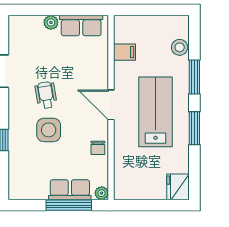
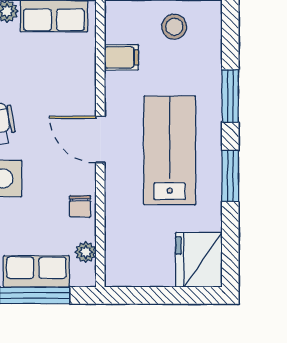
stool: (180, 47) -> (174, 27), moved
fridge: (178, 187) -> (199, 260), width x1.36, depth x1.34
plant: (102, 193) -> (86, 252), moved

